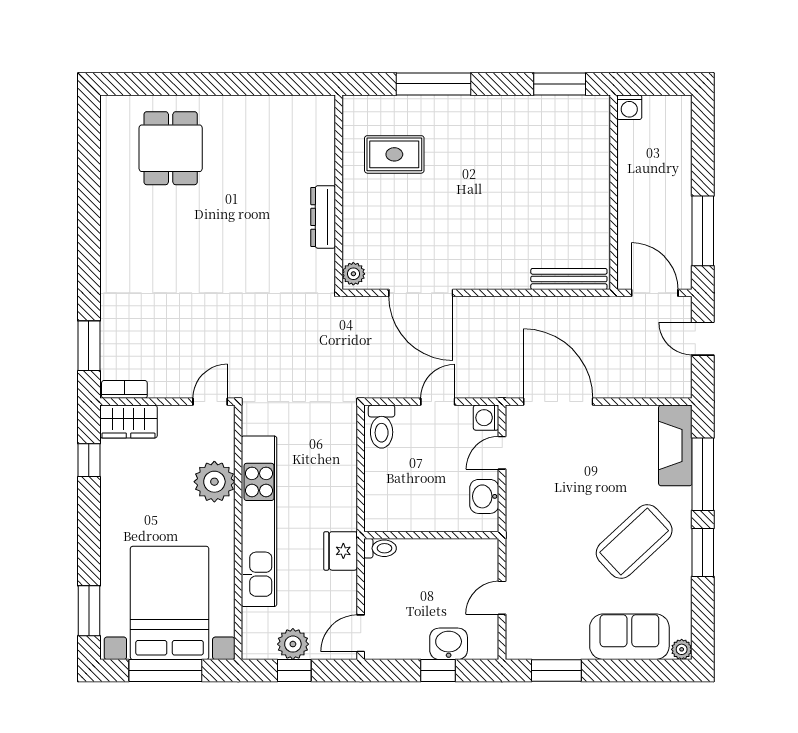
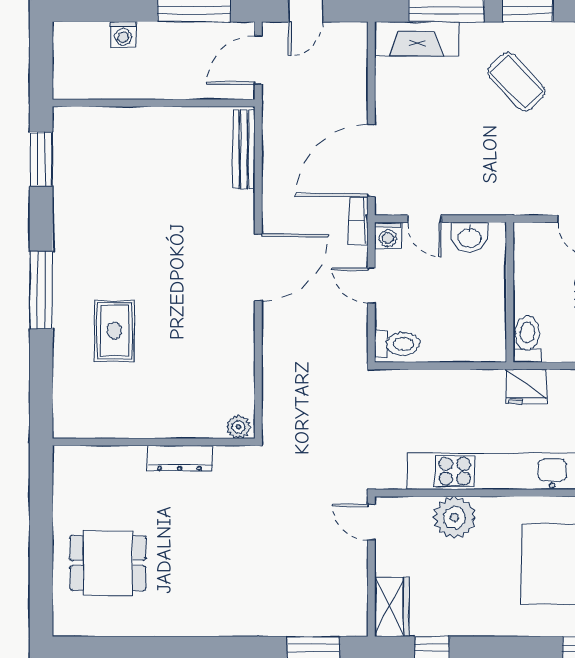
washing machine: (629, 107) -> (123, 34), moved, turned 90
wall: (339, 192) -> (154, 442), moved
dresser: (323, 217) -> (179, 458), moved
plant: (353, 274) -> (238, 427), moved
door: (421, 293) -> (258, 267), moved
bookcase: (124, 389) -> (358, 221), moved
coffee table: (634, 542) -> (516, 82), width x0.73, depth x0.76
toilet: (380, 548) -> (527, 339), width x1.37, depth x1.39

